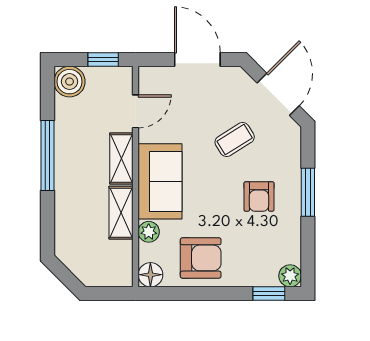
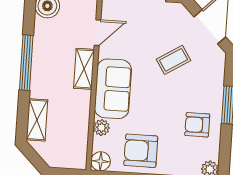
armchair: (259, 197) -> (197, 125), moved, turned 90
shelving: (121, 213) -> (37, 120), moved
armchair: (201, 258) -> (141, 151), turned 180

